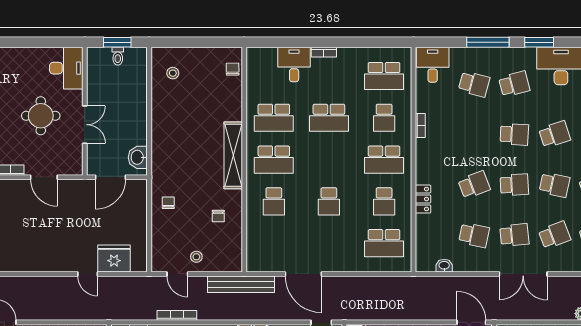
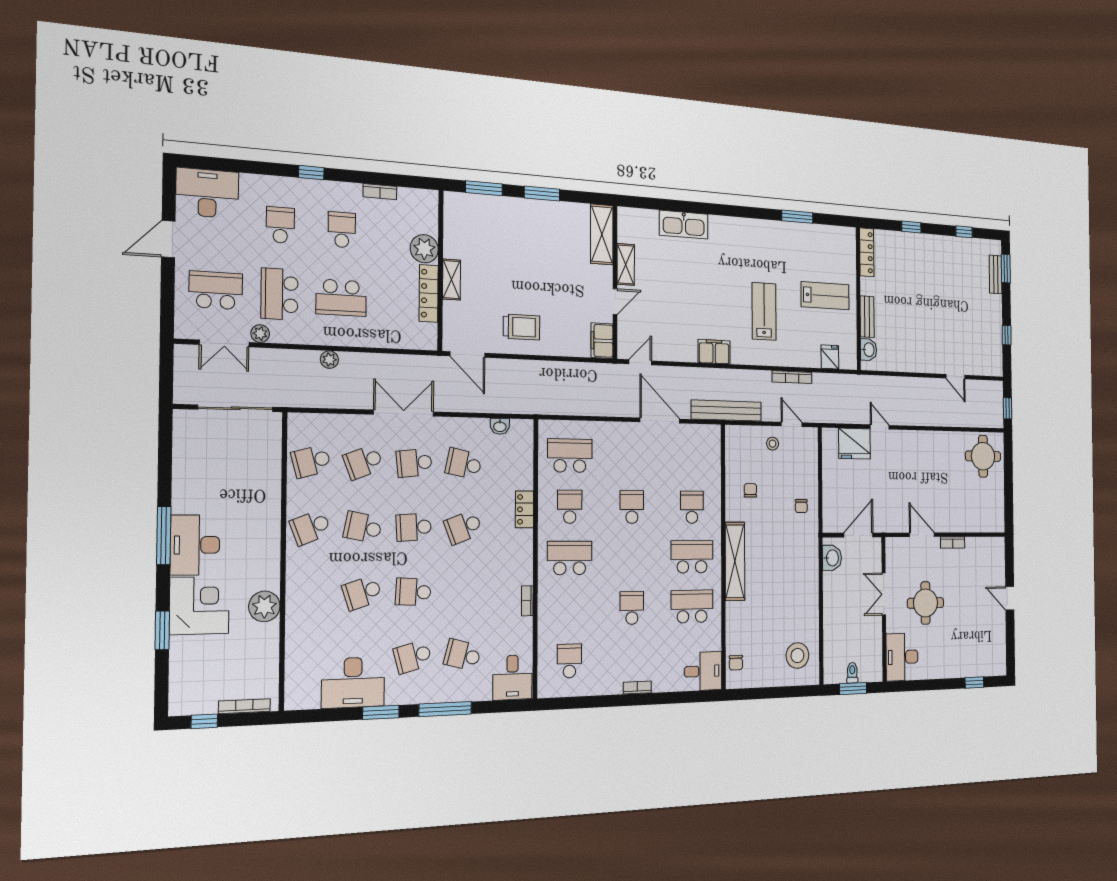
desk: (294, 64) -> (703, 671), moved, turned -90
stool: (173, 73) -> (797, 656), width x1.89, depth x1.89
school desk: (384, 76) -> (569, 661), width x0.54
school desk: (329, 118) -> (632, 608), width x0.54
school desk: (384, 118) -> (570, 609), removed

